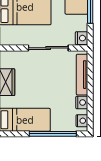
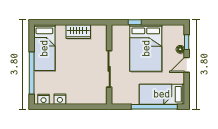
nightstand: (81, 38) -> (118, 99), removed
tv unit: (82, 75) -> (85, 99), removed

